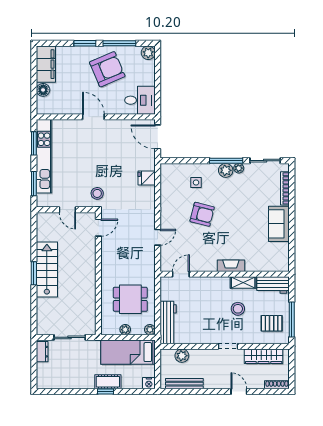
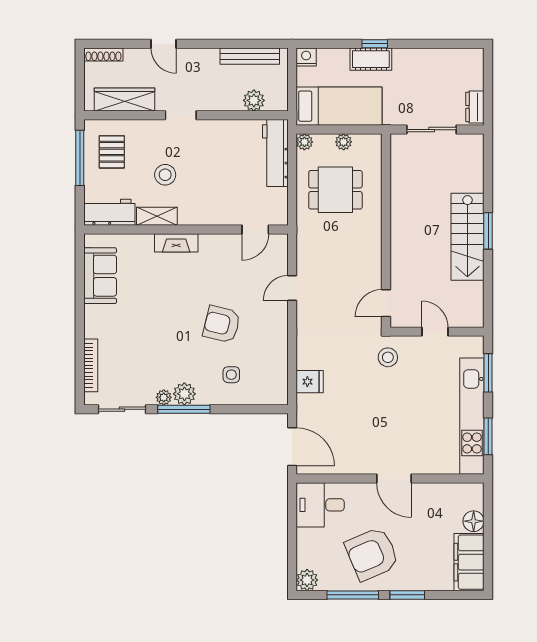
sofa: (279, 224) -> (100, 276), moved
pallet: (272, 323) -> (112, 152), turned 90

